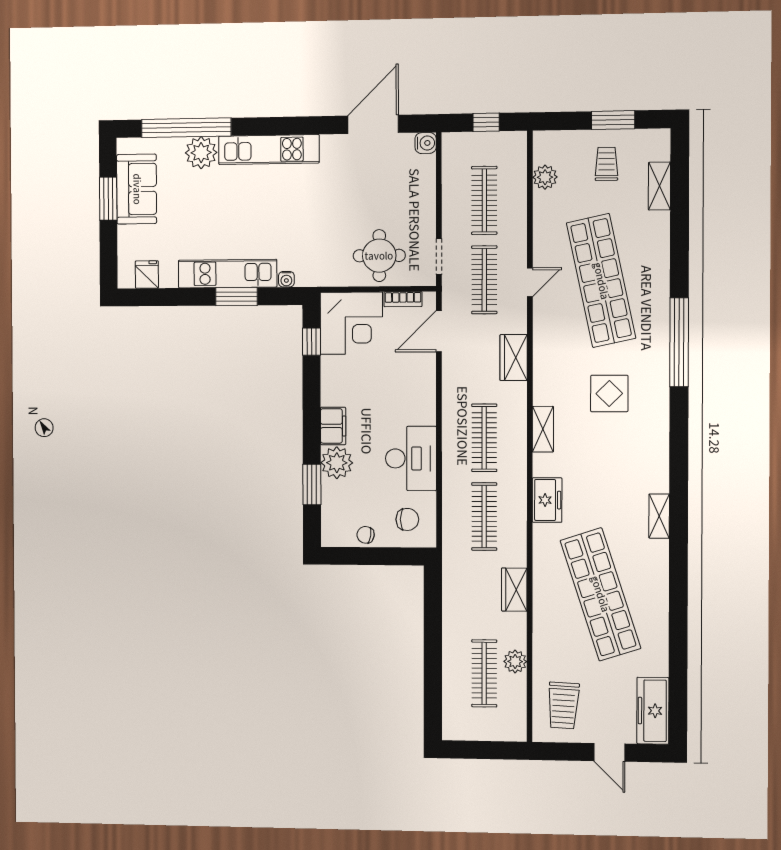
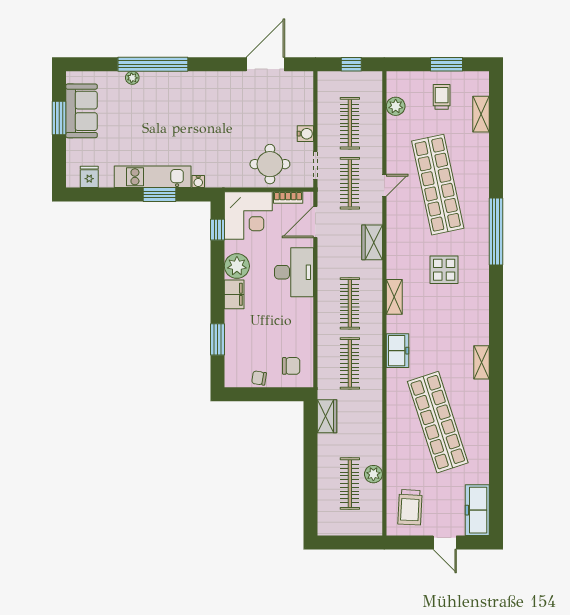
window: (186, 128) -> (153, 64), moved
water cooler: (426, 143) -> (305, 134), moved
kitchen unit: (269, 150) -> (185, 82), removed
plant: (201, 153) -> (132, 78), width x0.53, depth x0.53
desk: (411, 458) -> (294, 272), moved
plant: (337, 463) -> (237, 266), moved
wardrobe: (514, 590) -> (327, 416), moved, turned 180

